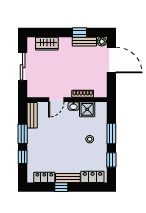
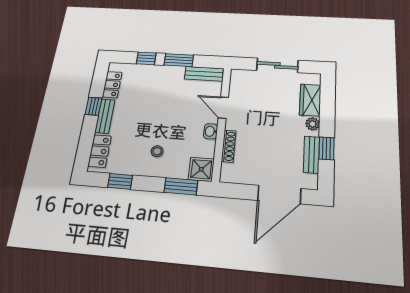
plant: (102, 42) -> (313, 124), moved
shower: (87, 109) -> (201, 169), moved
window: (111, 133) -> (181, 186), moved

